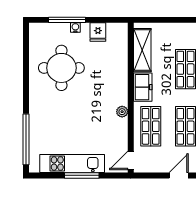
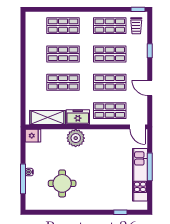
fridge: (98, 32) -> (33, 136), moved
round table: (61, 68) -> (62, 183), width x0.73, depth x0.73
plant: (122, 112) -> (76, 138), moved, width x1.88, depth x1.88
window: (26, 139) -> (120, 212), width x0.32

